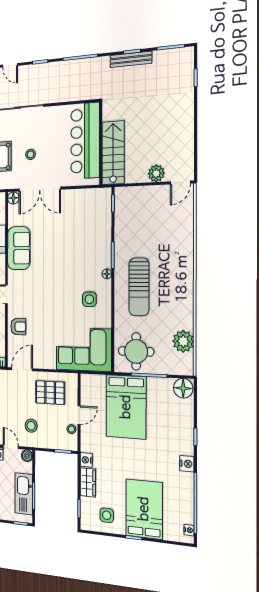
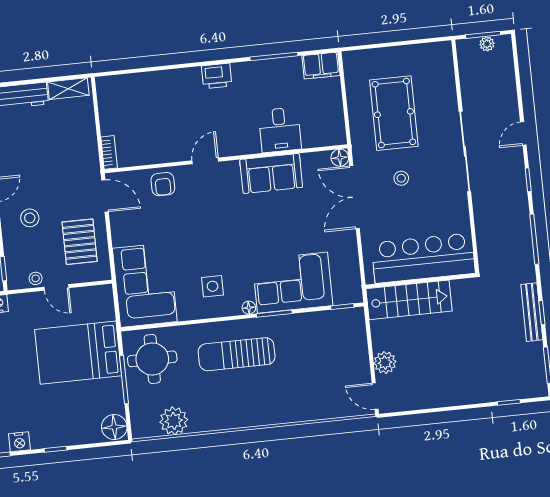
corner sofa: (93, 239) -> (293, 283), added

